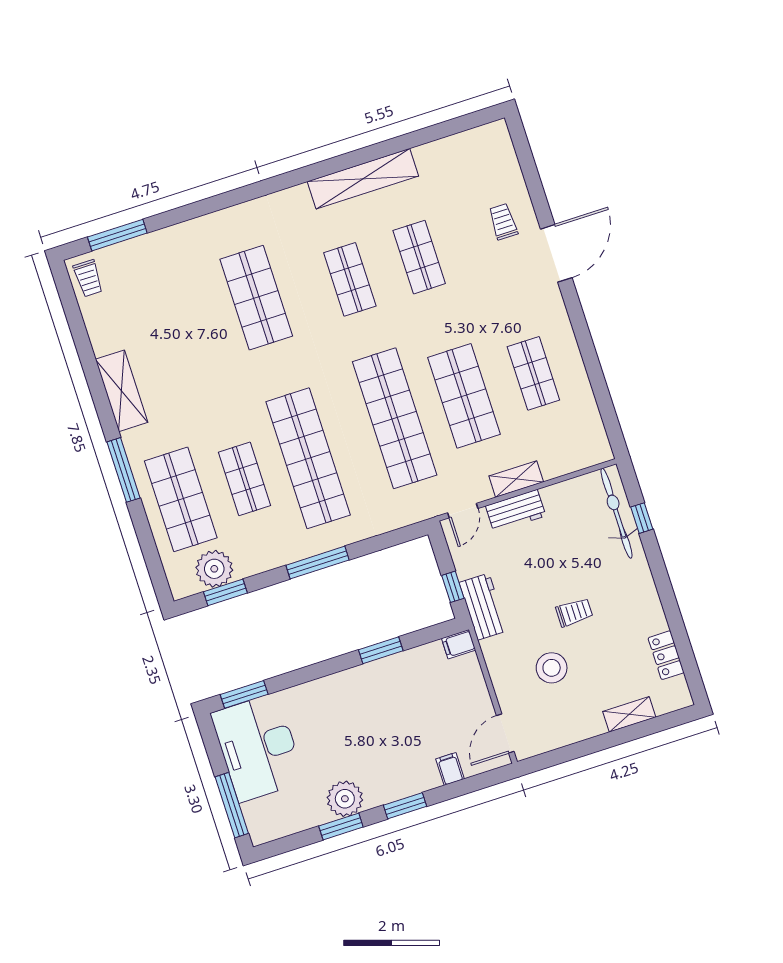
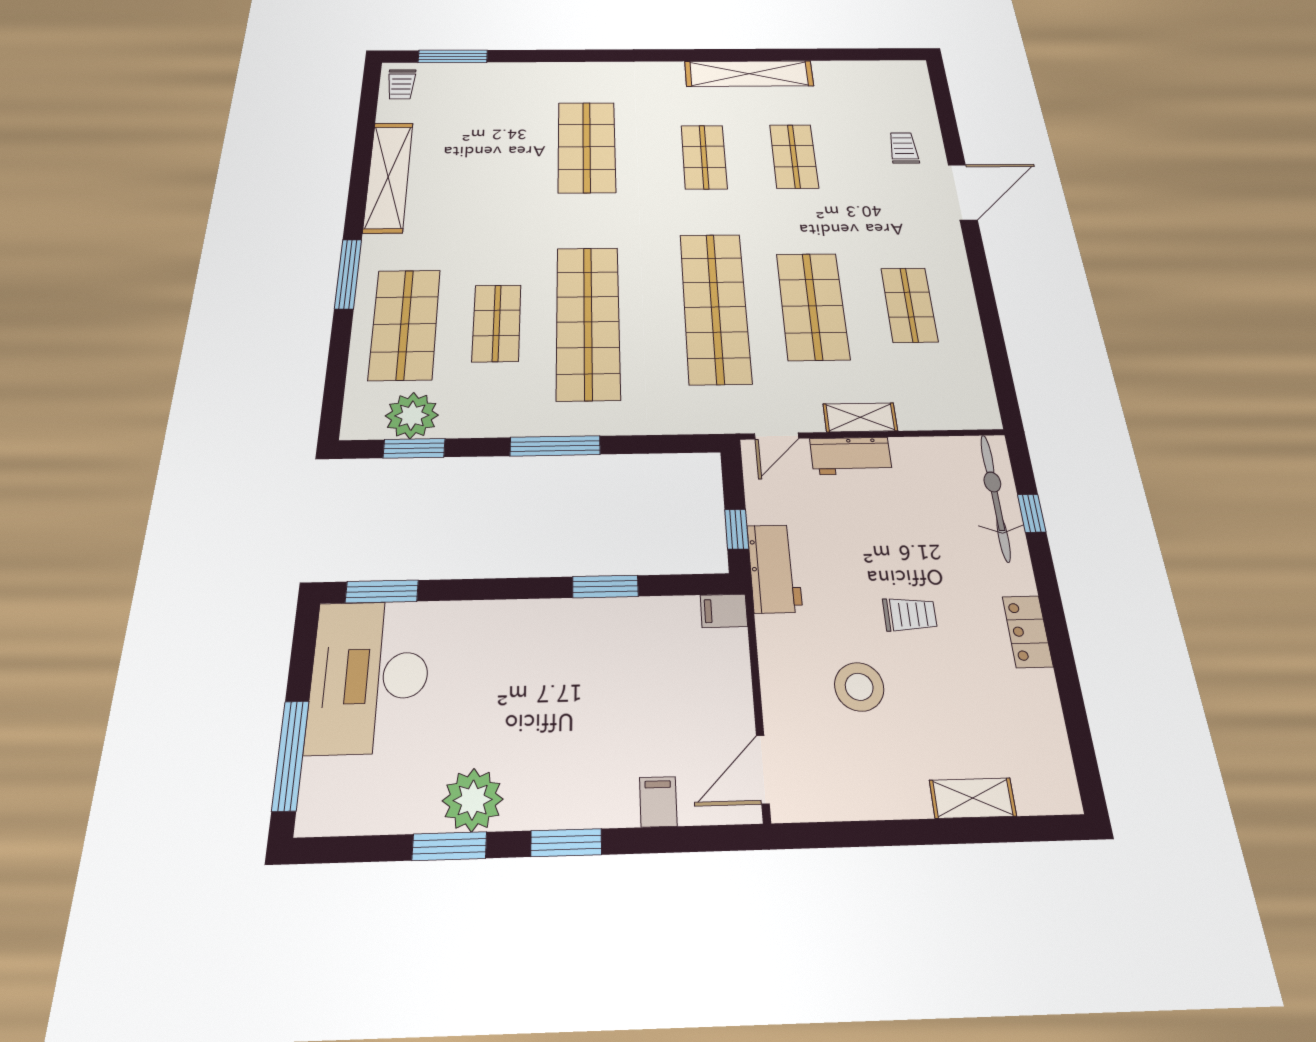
shelving: (121, 391) -> (388, 177), width x1.47
locker: (666, 655) -> (1028, 631), moved

